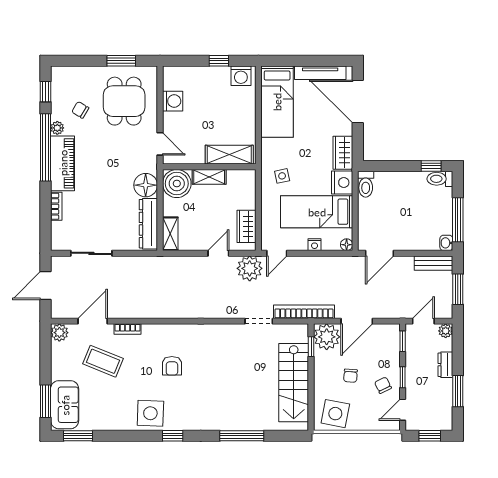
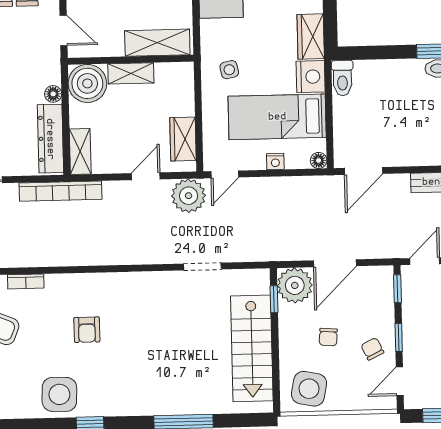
floor lamp: (146, 185) -> (53, 94), width x0.53, depth x0.53
bookcase: (304, 312) -> (61, 191), moved, turned 180

